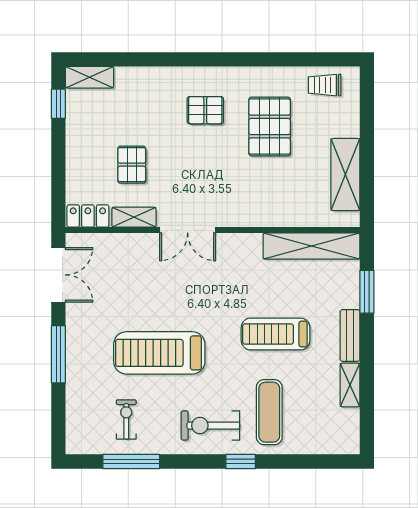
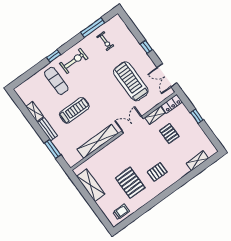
shelving: (90, 77) -> (197, 161), moved
window: (58, 104) -> (197, 116), moved
shelving: (311, 246) -> (98, 141), moved
treadmill: (159, 353) -> (131, 81), moved, turned -90
window: (58, 354) -> (146, 47), width x0.46

